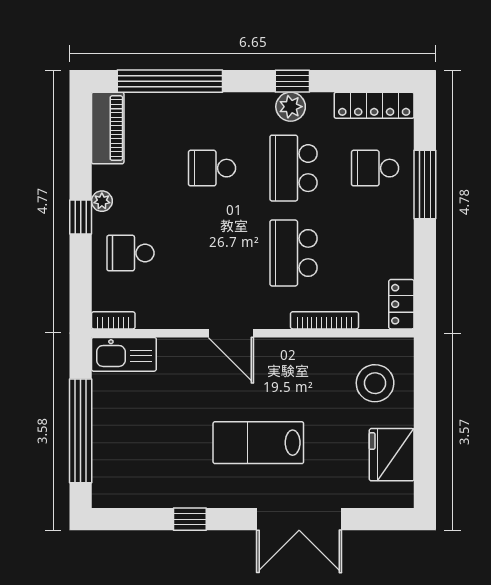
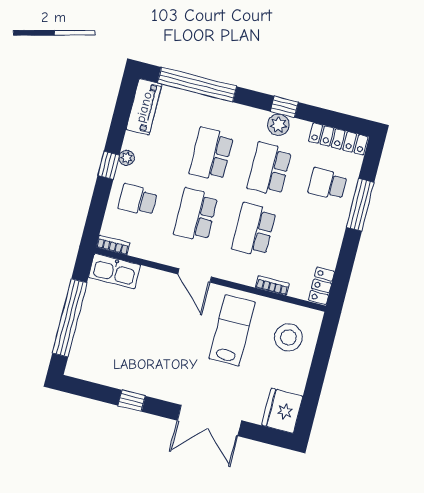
school desk: (212, 168) -> (211, 154), width x1.85
school desk: (212, 253) -> (196, 215), added
bookcase: (324, 320) -> (272, 286), width x0.64
lab bench: (258, 443) -> (232, 330), moved, turned 90
fridge: (392, 455) -> (282, 411), moved

